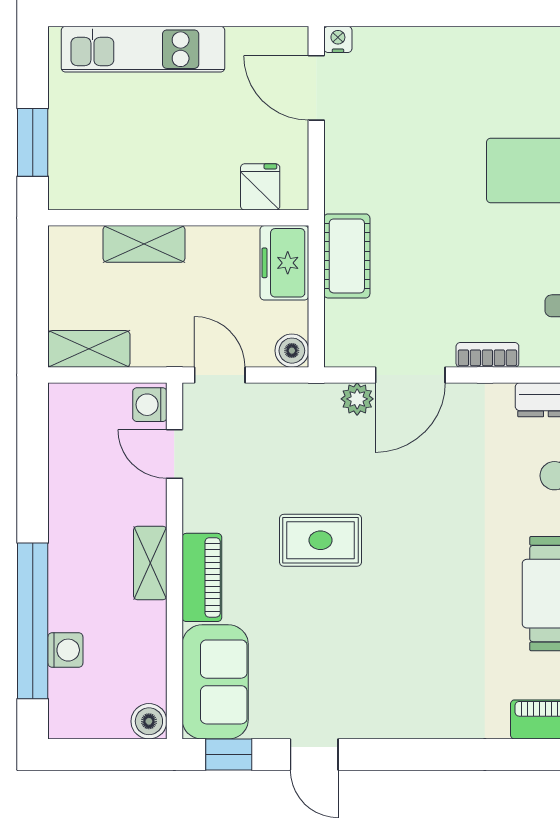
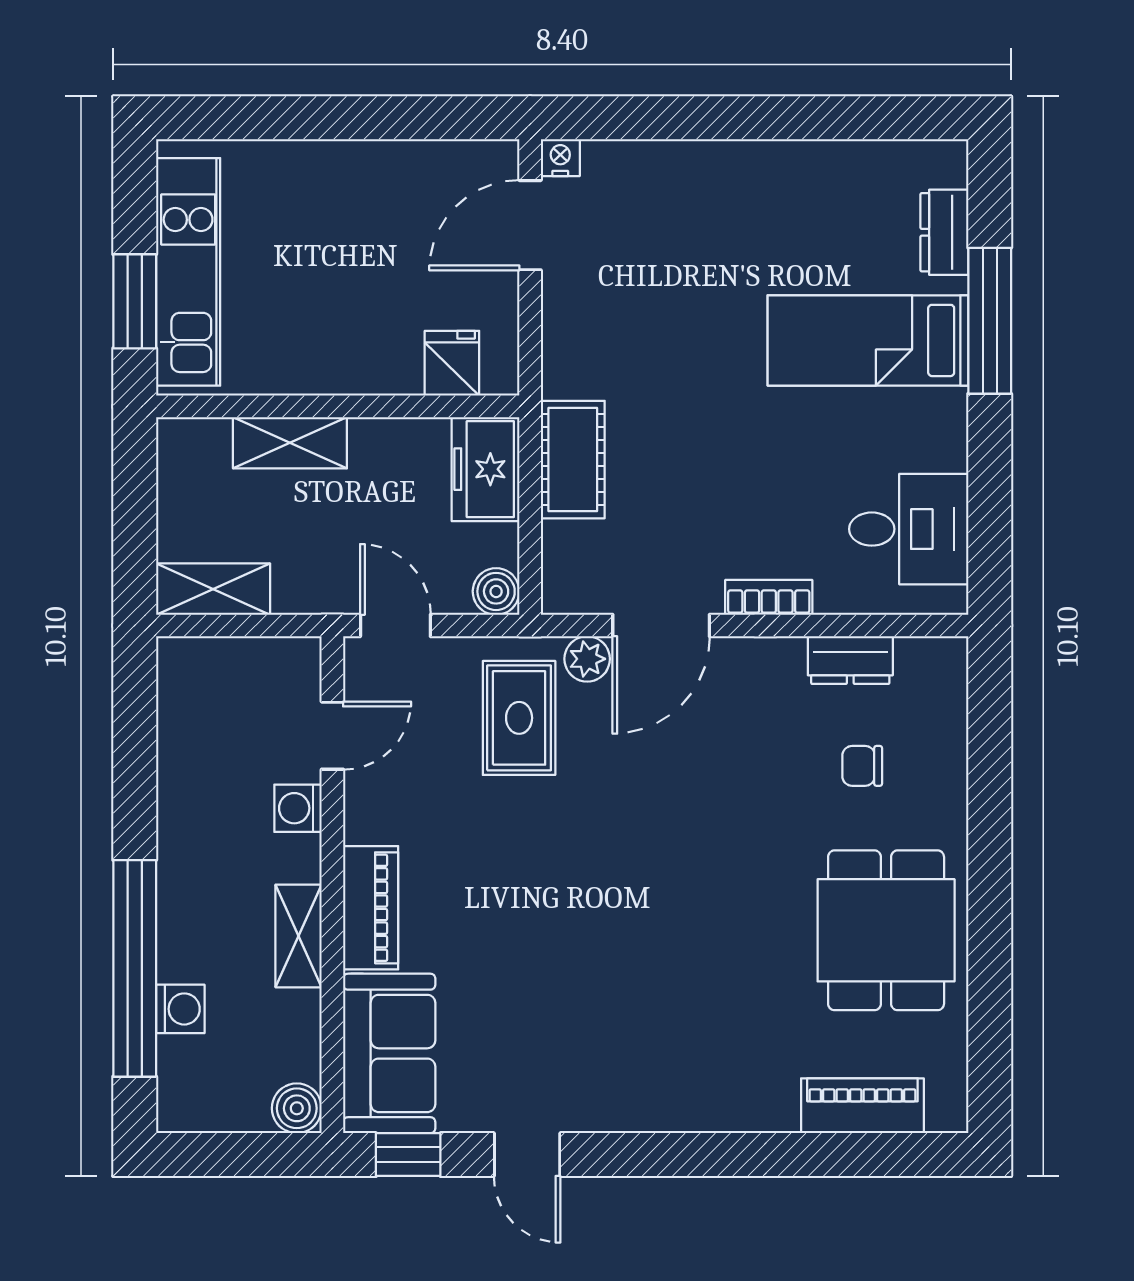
kitchen unit: (143, 49) -> (188, 272), moved, turned -90
door: (316, 88) -> (530, 225), hinge flipped
washing machine: (150, 405) -> (298, 808), moved
door: (174, 454) -> (332, 736), swing flipped
rug: (320, 540) -> (519, 718), moved, turned 90
shelving: (150, 563) -> (299, 936), moved

